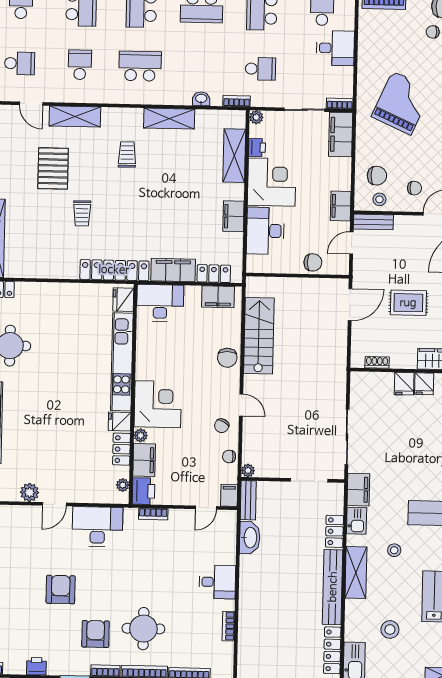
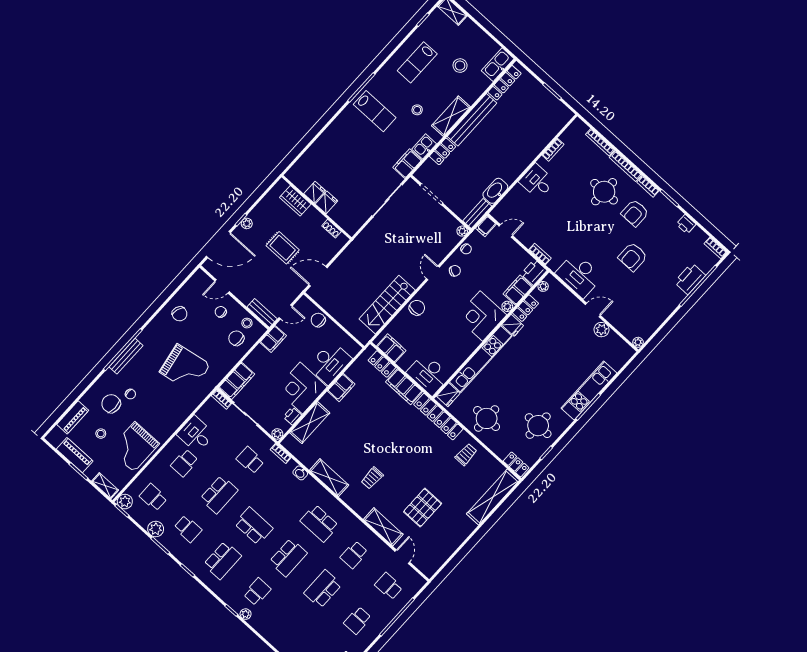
grand piano: (402, 103) -> (185, 368), turned -124
trolley: (82, 213) -> (466, 454), moved
round table: (66, 309) -> (487, 418), added

